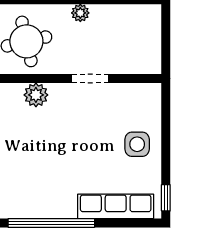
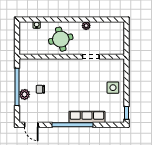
plant: (36, 95) -> (65, 64), removed
row of seats: (116, 206) -> (87, 117), moved

